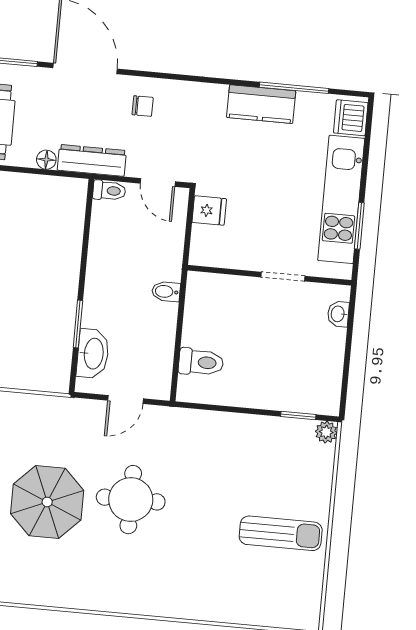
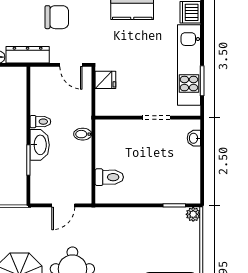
chair: (143, 106) -> (57, 17), width x1.87, depth x1.87
toilet: (109, 191) -> (40, 122), moved
washbasin: (93, 354) -> (40, 145), moved

